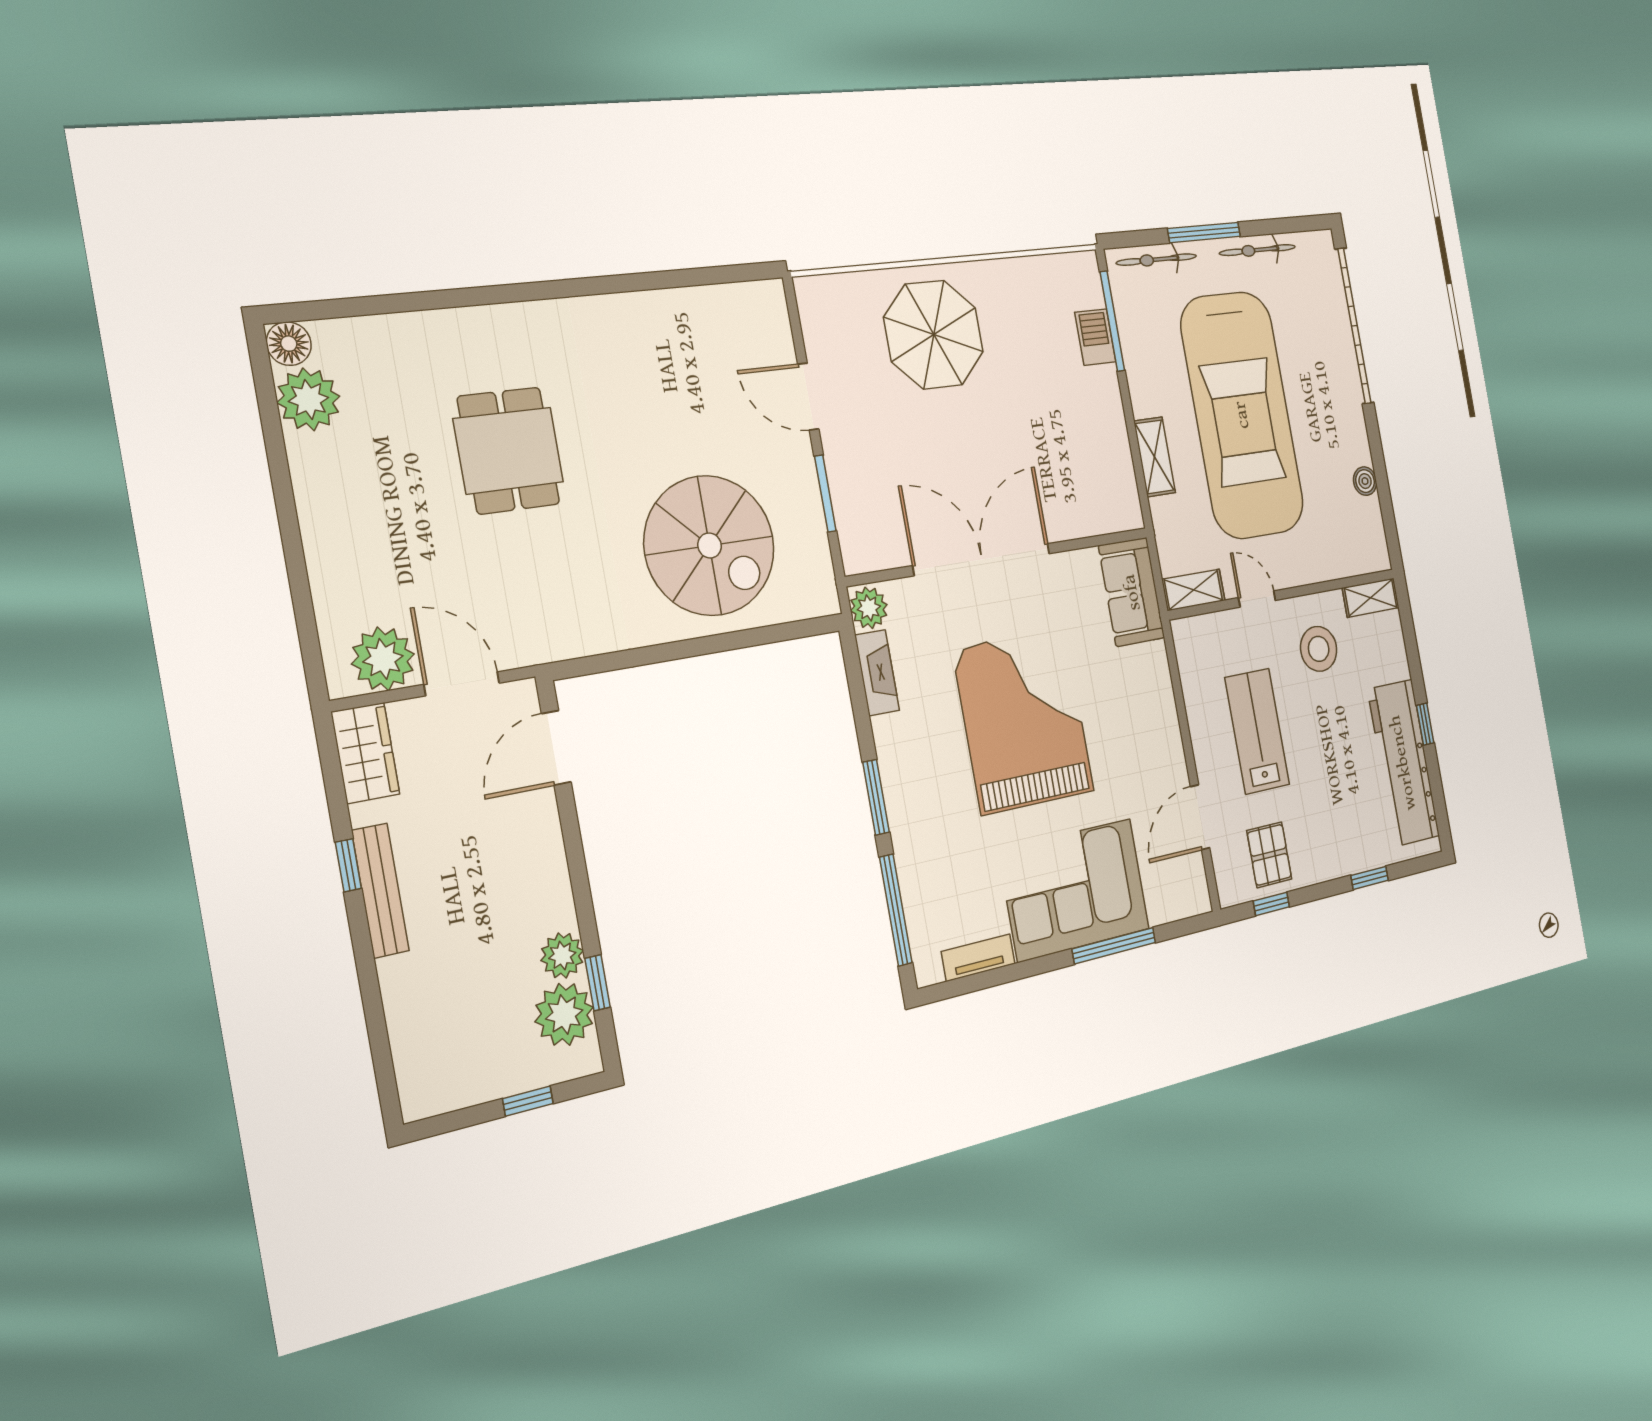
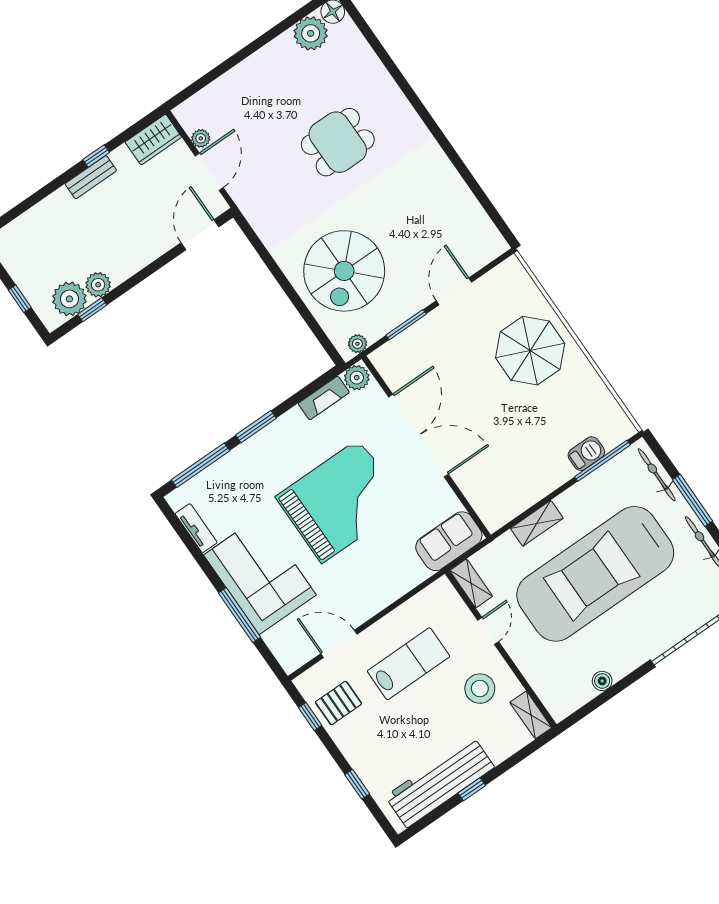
plant: (822, 581) -> (357, 344), added
plant: (383, 659) -> (201, 138), width x0.53, depth x0.53
door: (556, 748) -> (200, 235), hinge flipped
bench: (380, 891) -> (91, 177), width x0.73

